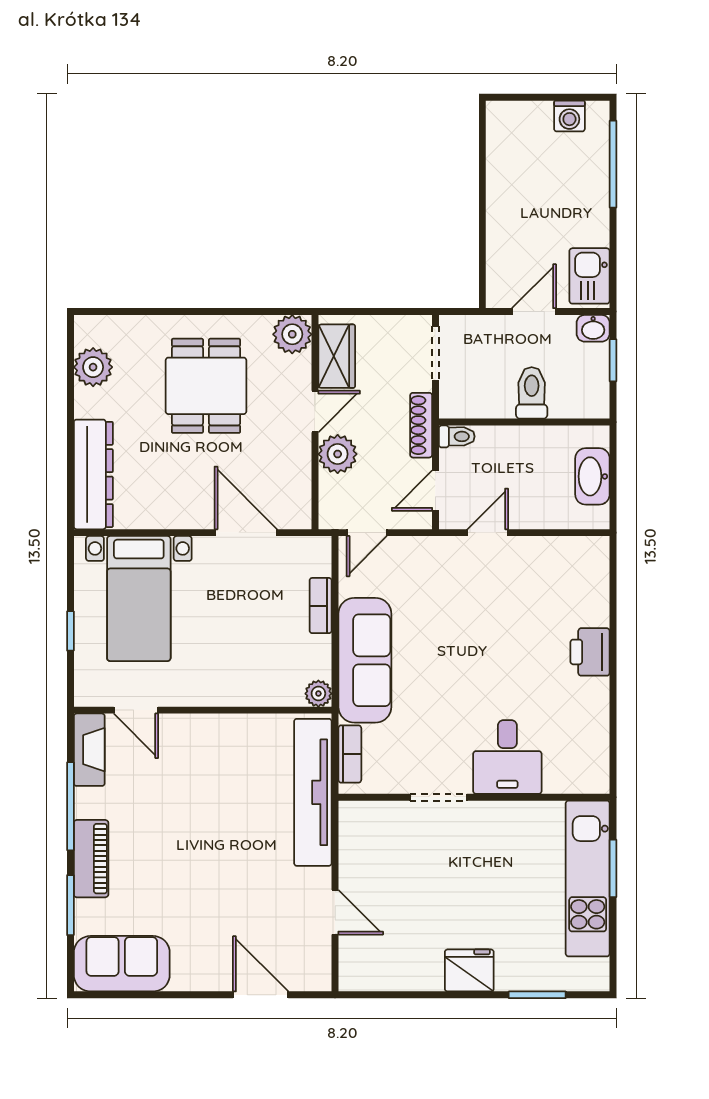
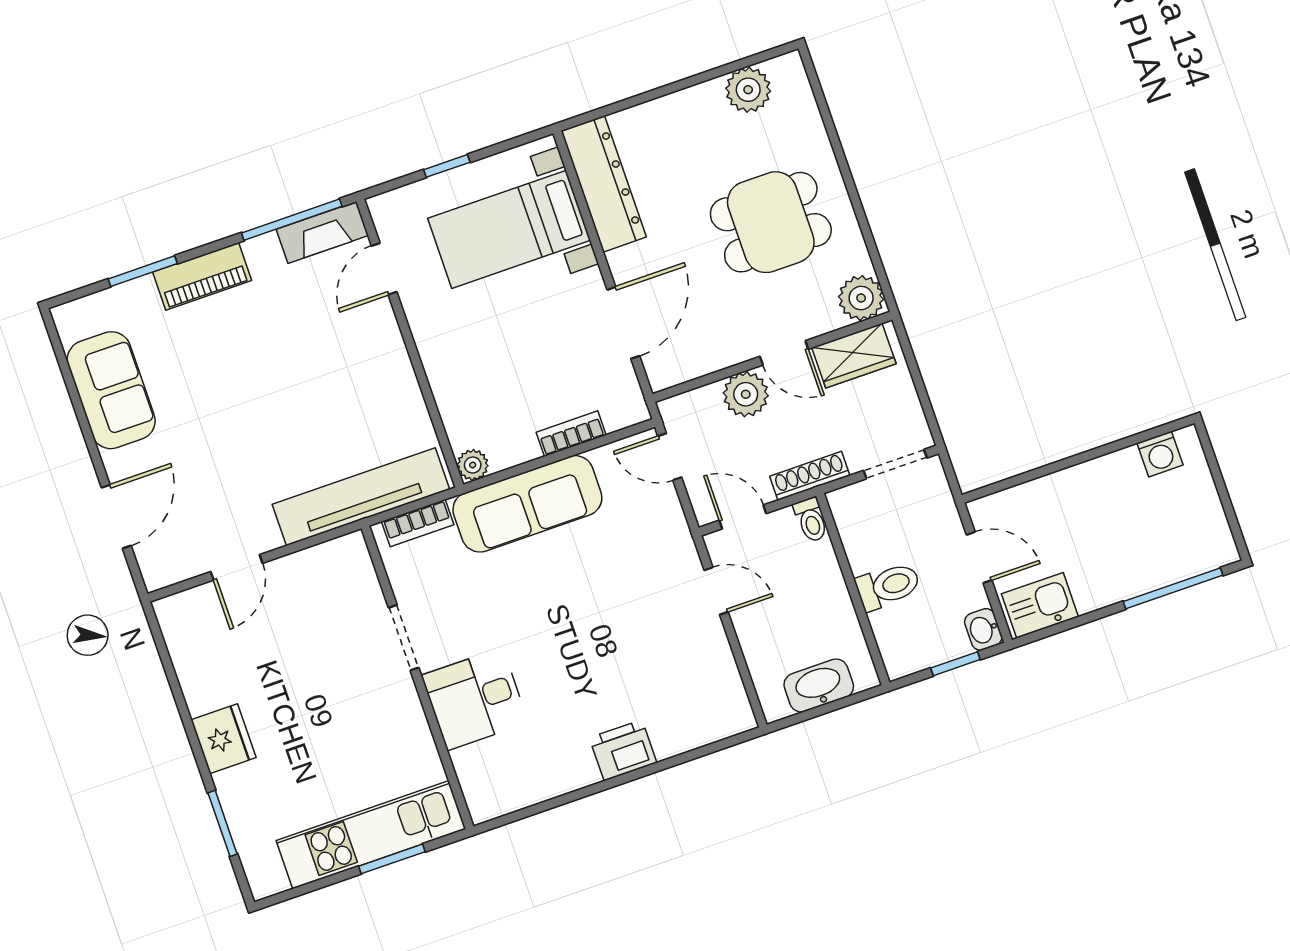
washing machine: (569, 116) -> (1160, 454), moved, turned -90
dresser: (93, 474) -> (604, 184), moved, turned -90
window: (70, 806) -> (292, 220), moved
sofa: (122, 964) -> (111, 390), moved

